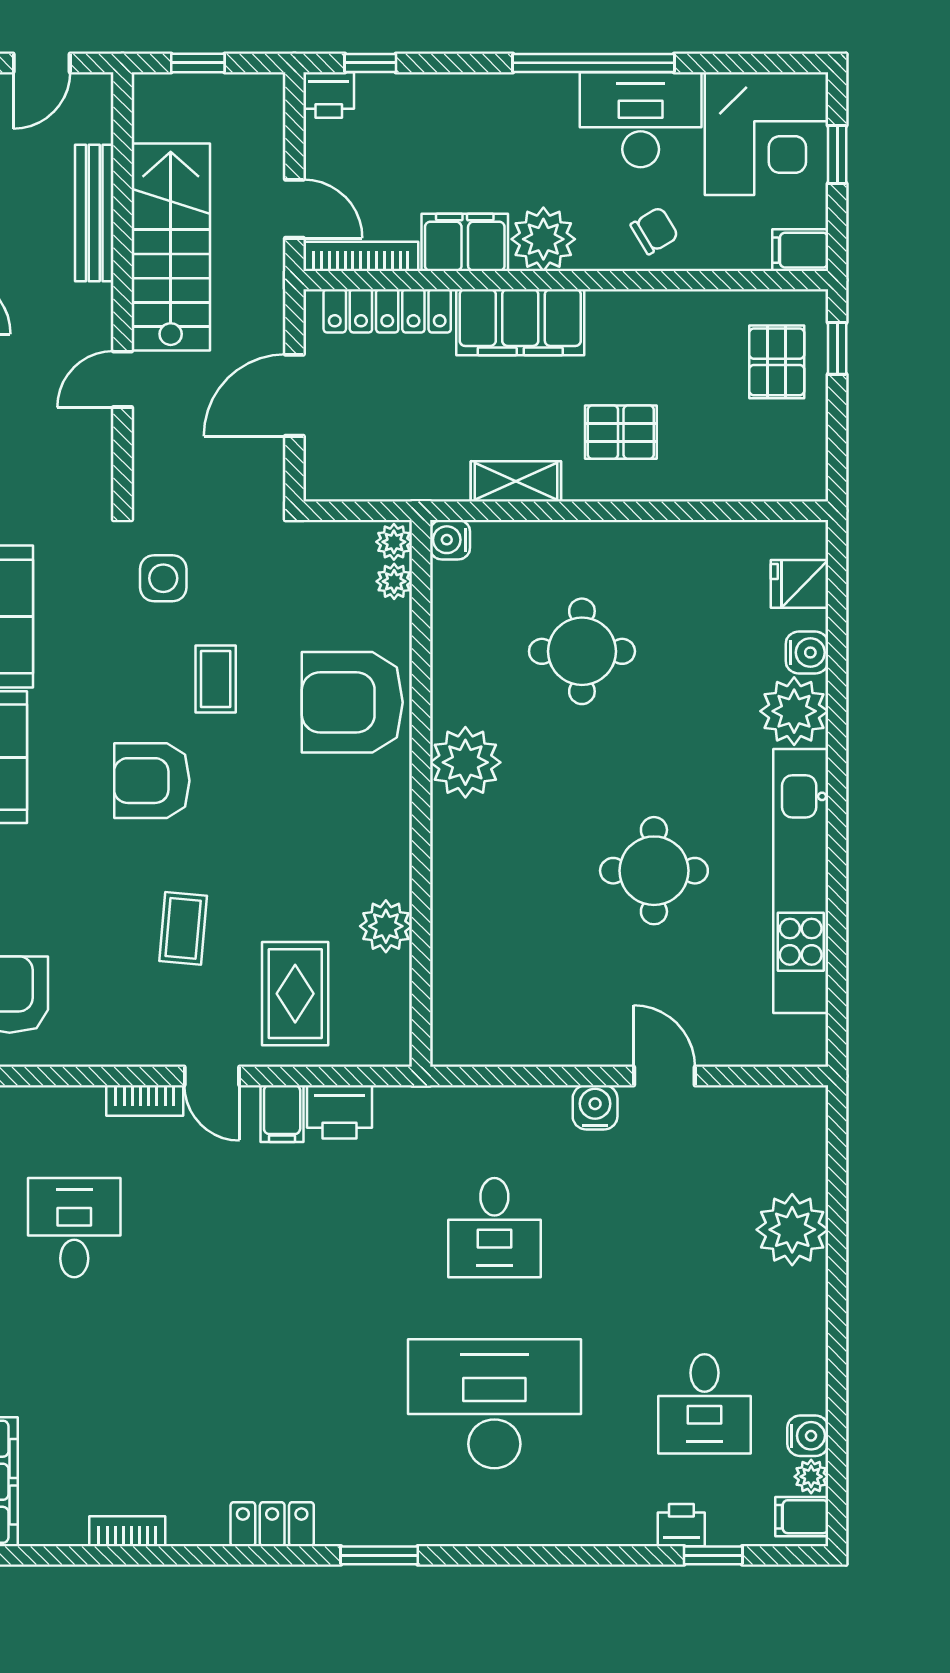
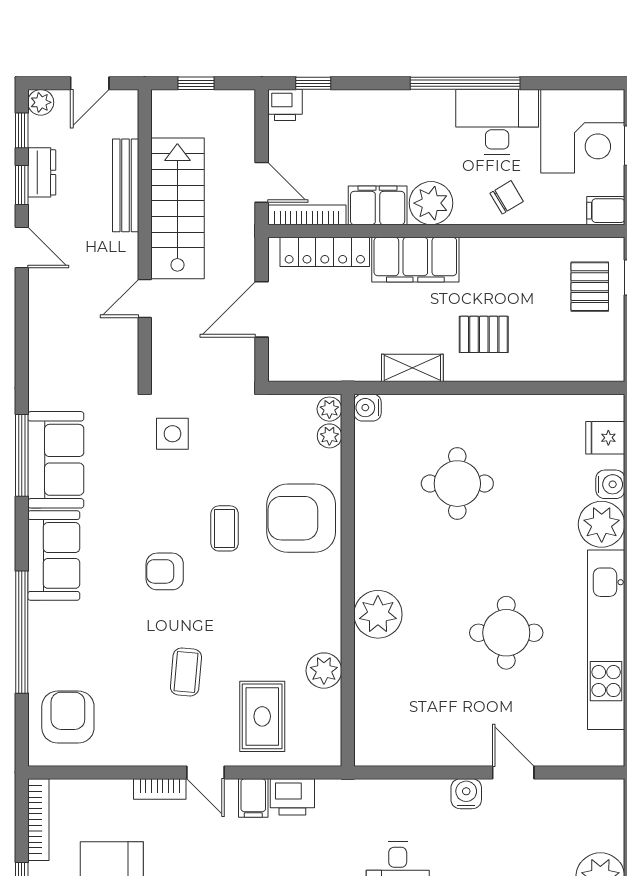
coffee table: (216, 679) -> (225, 528), moved
plant: (465, 762) -> (378, 614), moved
armchair: (152, 781) -> (165, 571), width x0.72, depth x0.72

